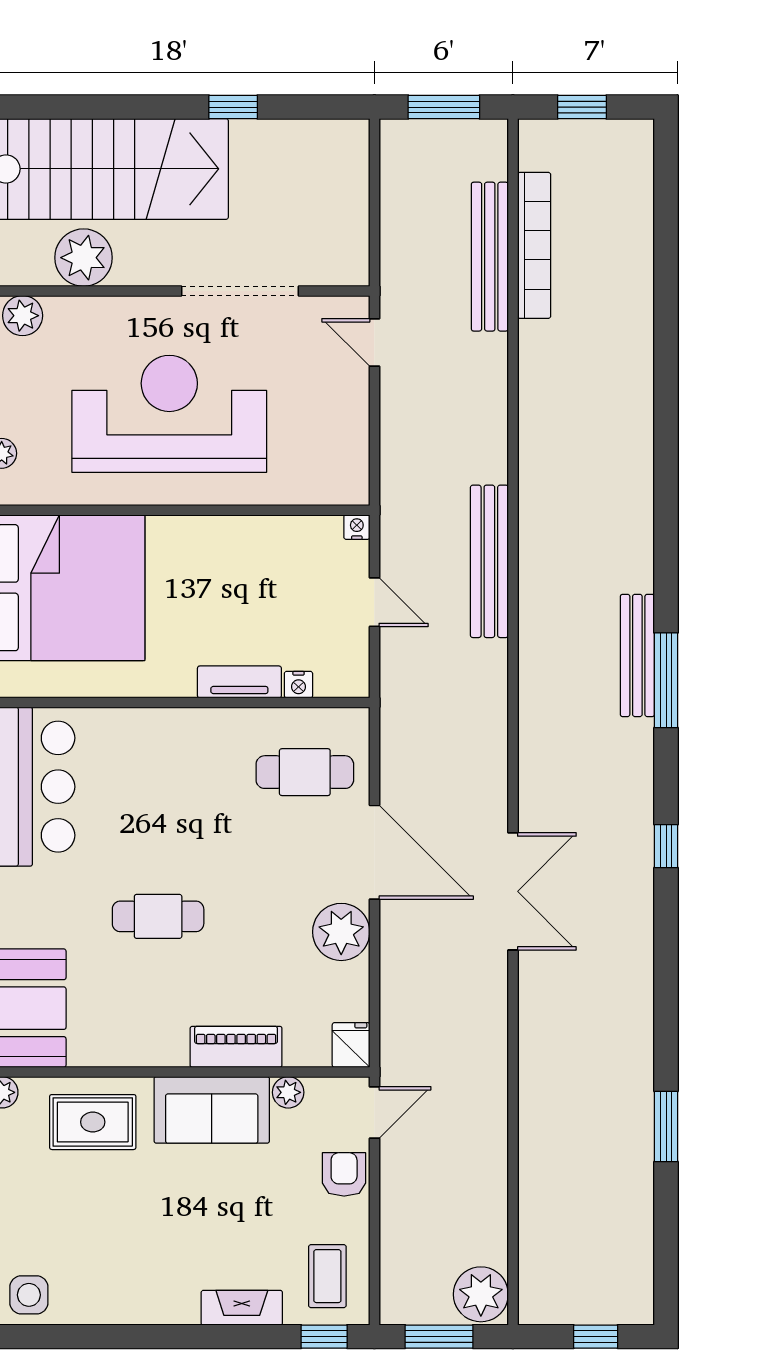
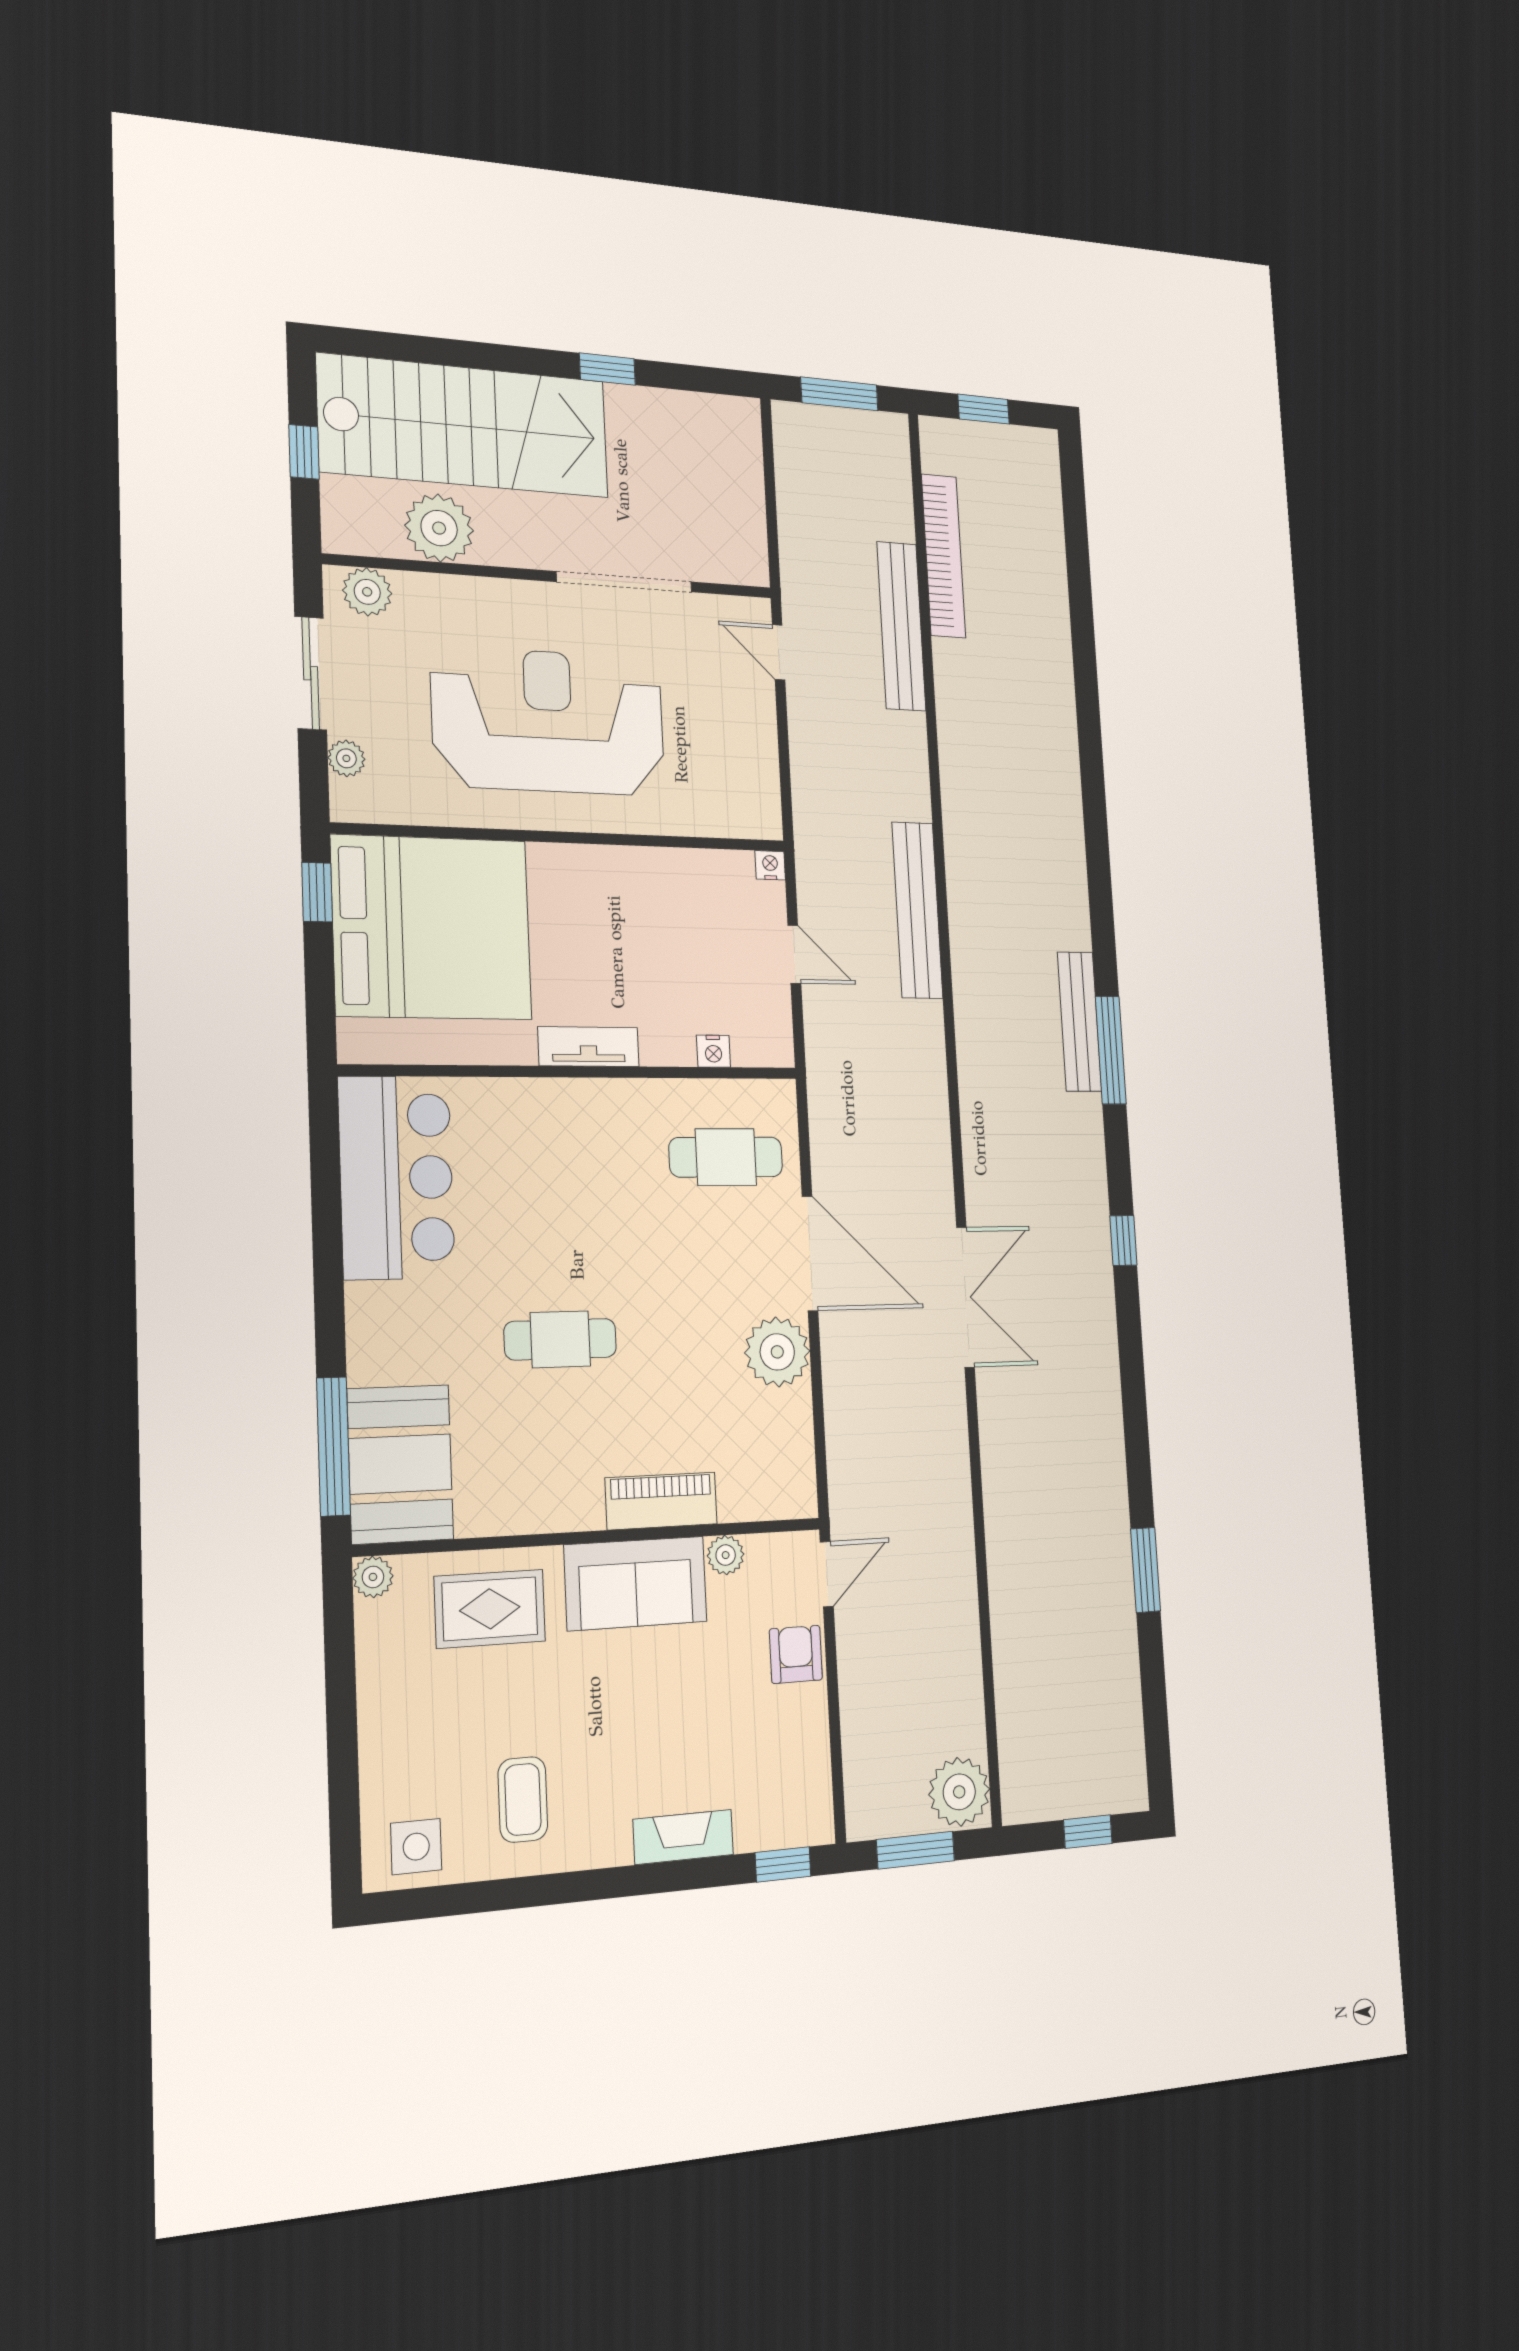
bench: (490, 257) -> (901, 626), moved
tv unit: (239, 682) -> (588, 1047), moved
fridge: (351, 1045) -> (796, 1491), removed
coffee table: (327, 1276) -> (523, 1799), moved

